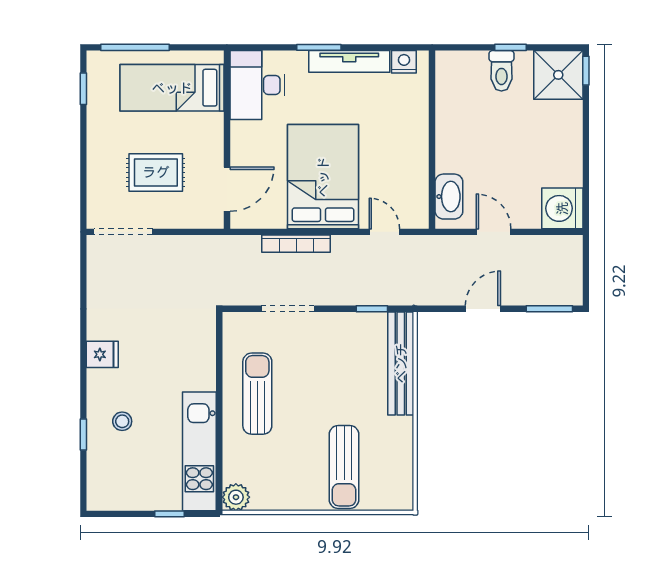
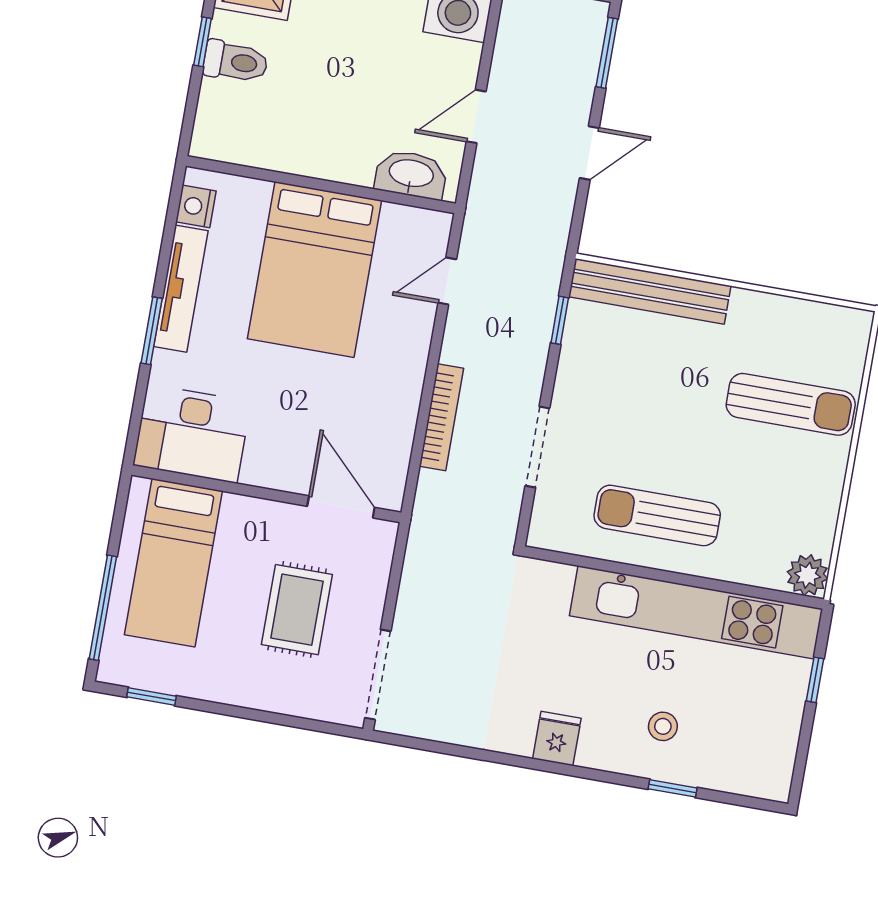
bed: (323, 177) -> (315, 270), moved, turned -90
door: (483, 309) -> (589, 153), swing flipped
kitchen unit: (199, 451) -> (696, 612), width x1.36

